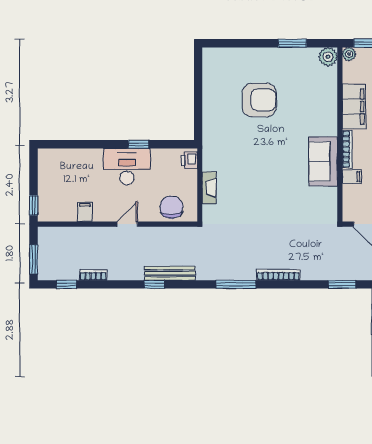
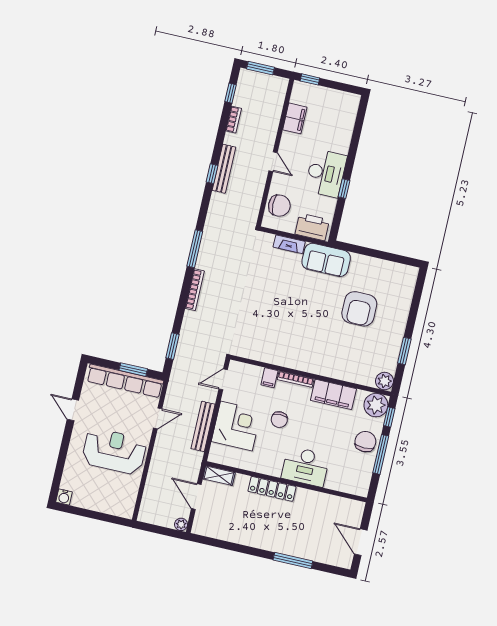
plant: (349, 54) -> (376, 405), width x1.87, depth x1.87
printer: (189, 160) -> (312, 227), width x1.87, depth x1.48
sofa: (323, 161) -> (326, 260), moved, turned 180
filing cabinet: (85, 212) -> (295, 118), width x2.00
bench: (170, 273) -> (224, 169), moved

